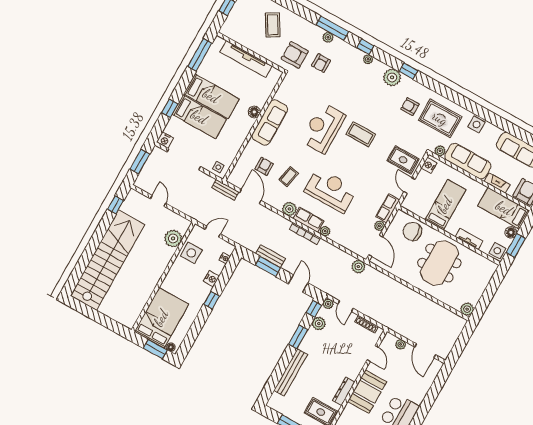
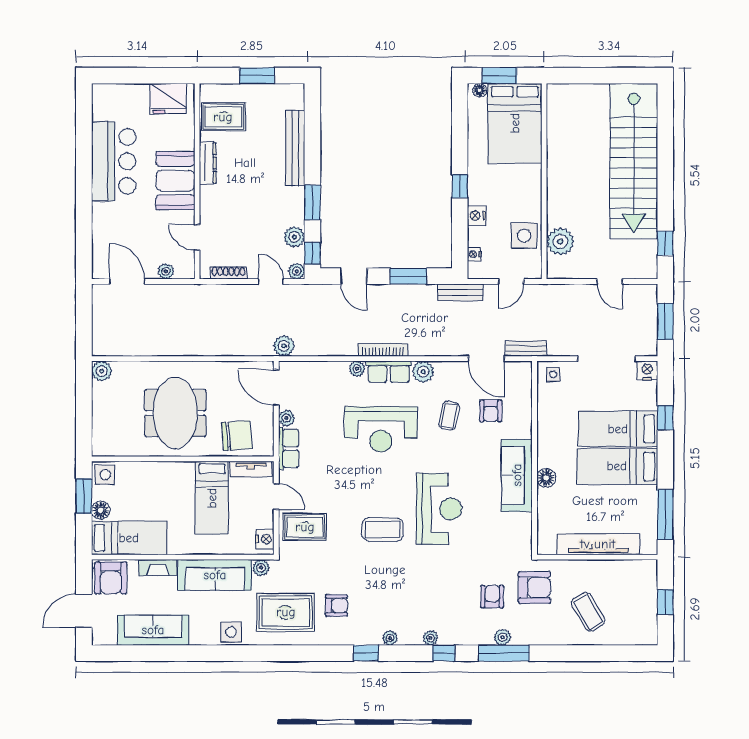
plant: (392, 77) -> (390, 638), width x0.53, depth x0.53
tv unit: (469, 239) -> (251, 469), moved
bench: (271, 256) -> (460, 292), moved

